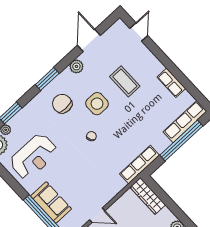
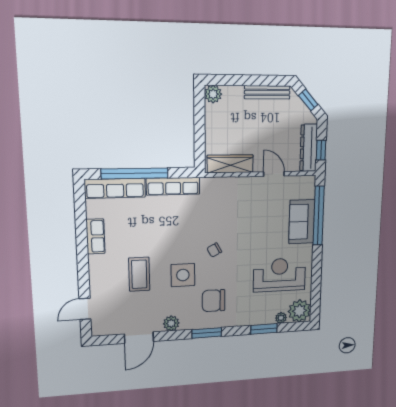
chair: (62, 104) -> (214, 301), turned 90
row of seats: (140, 165) -> (173, 186), moved
wardrobe: (148, 196) -> (230, 164), moved, turned -90

